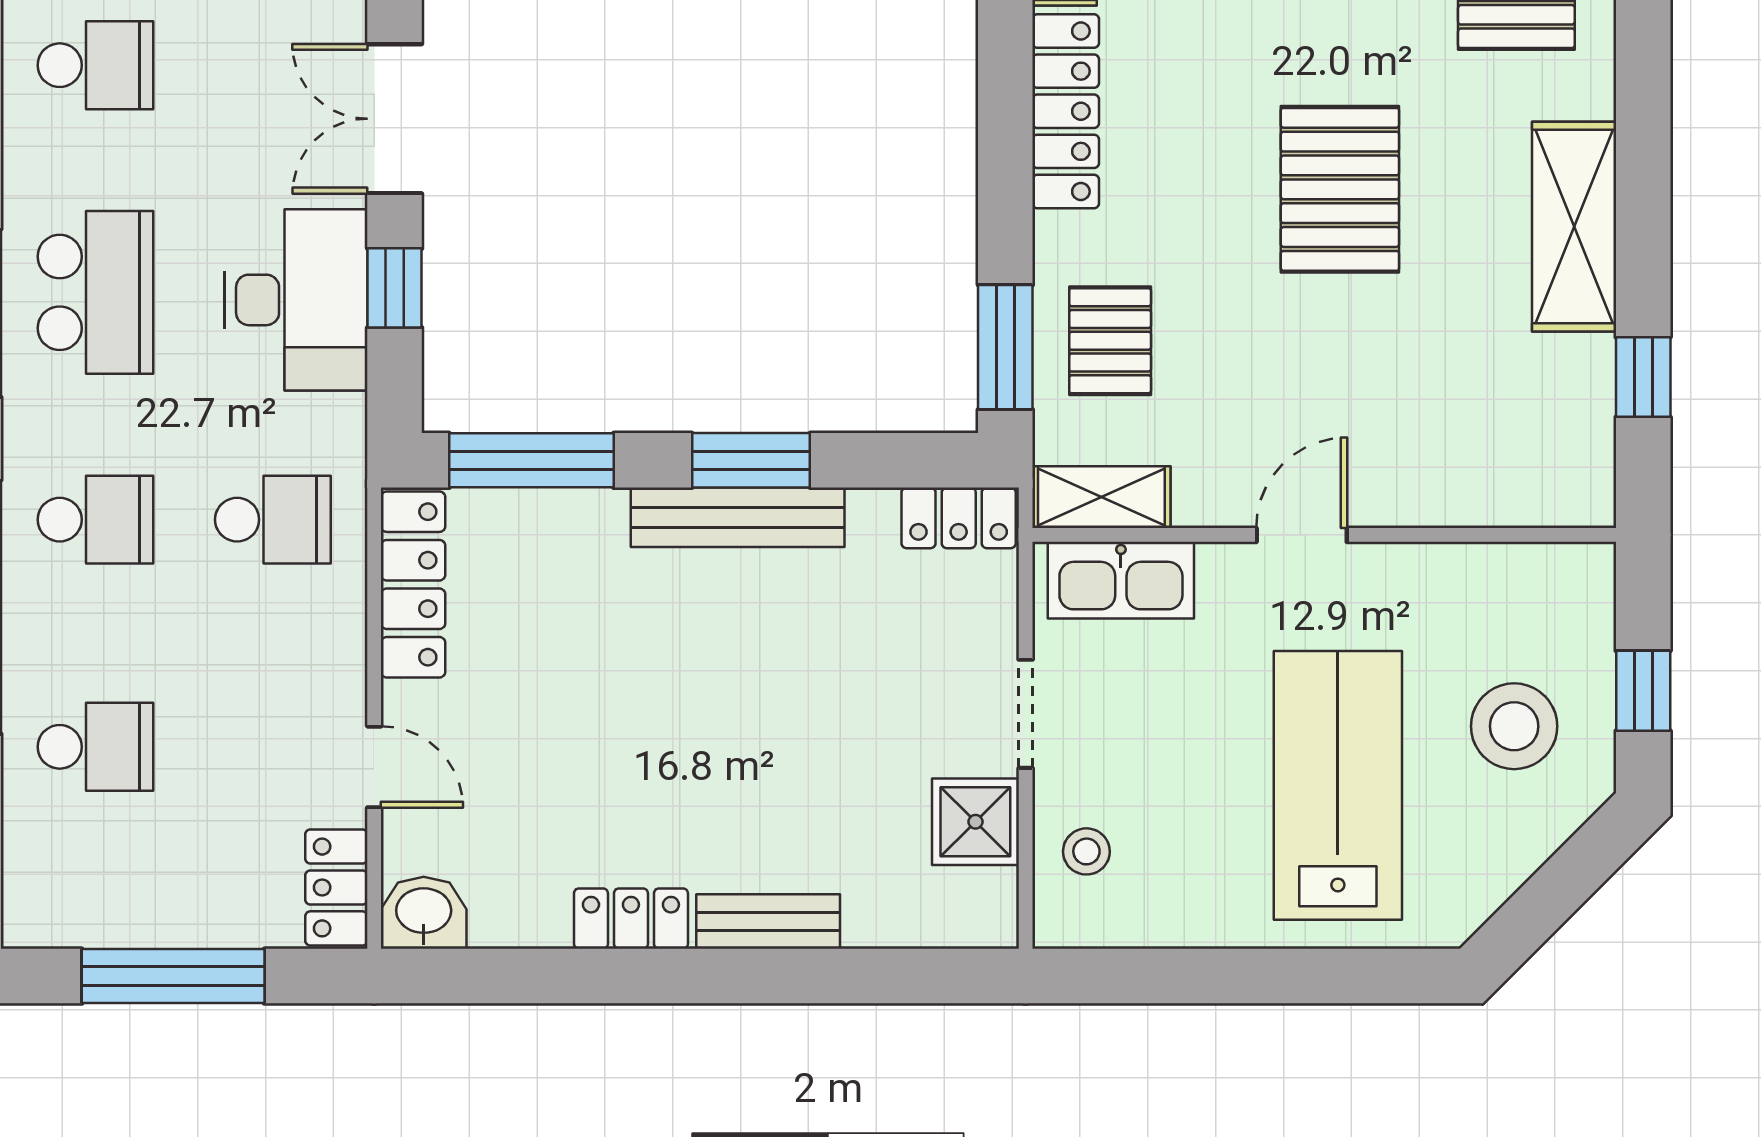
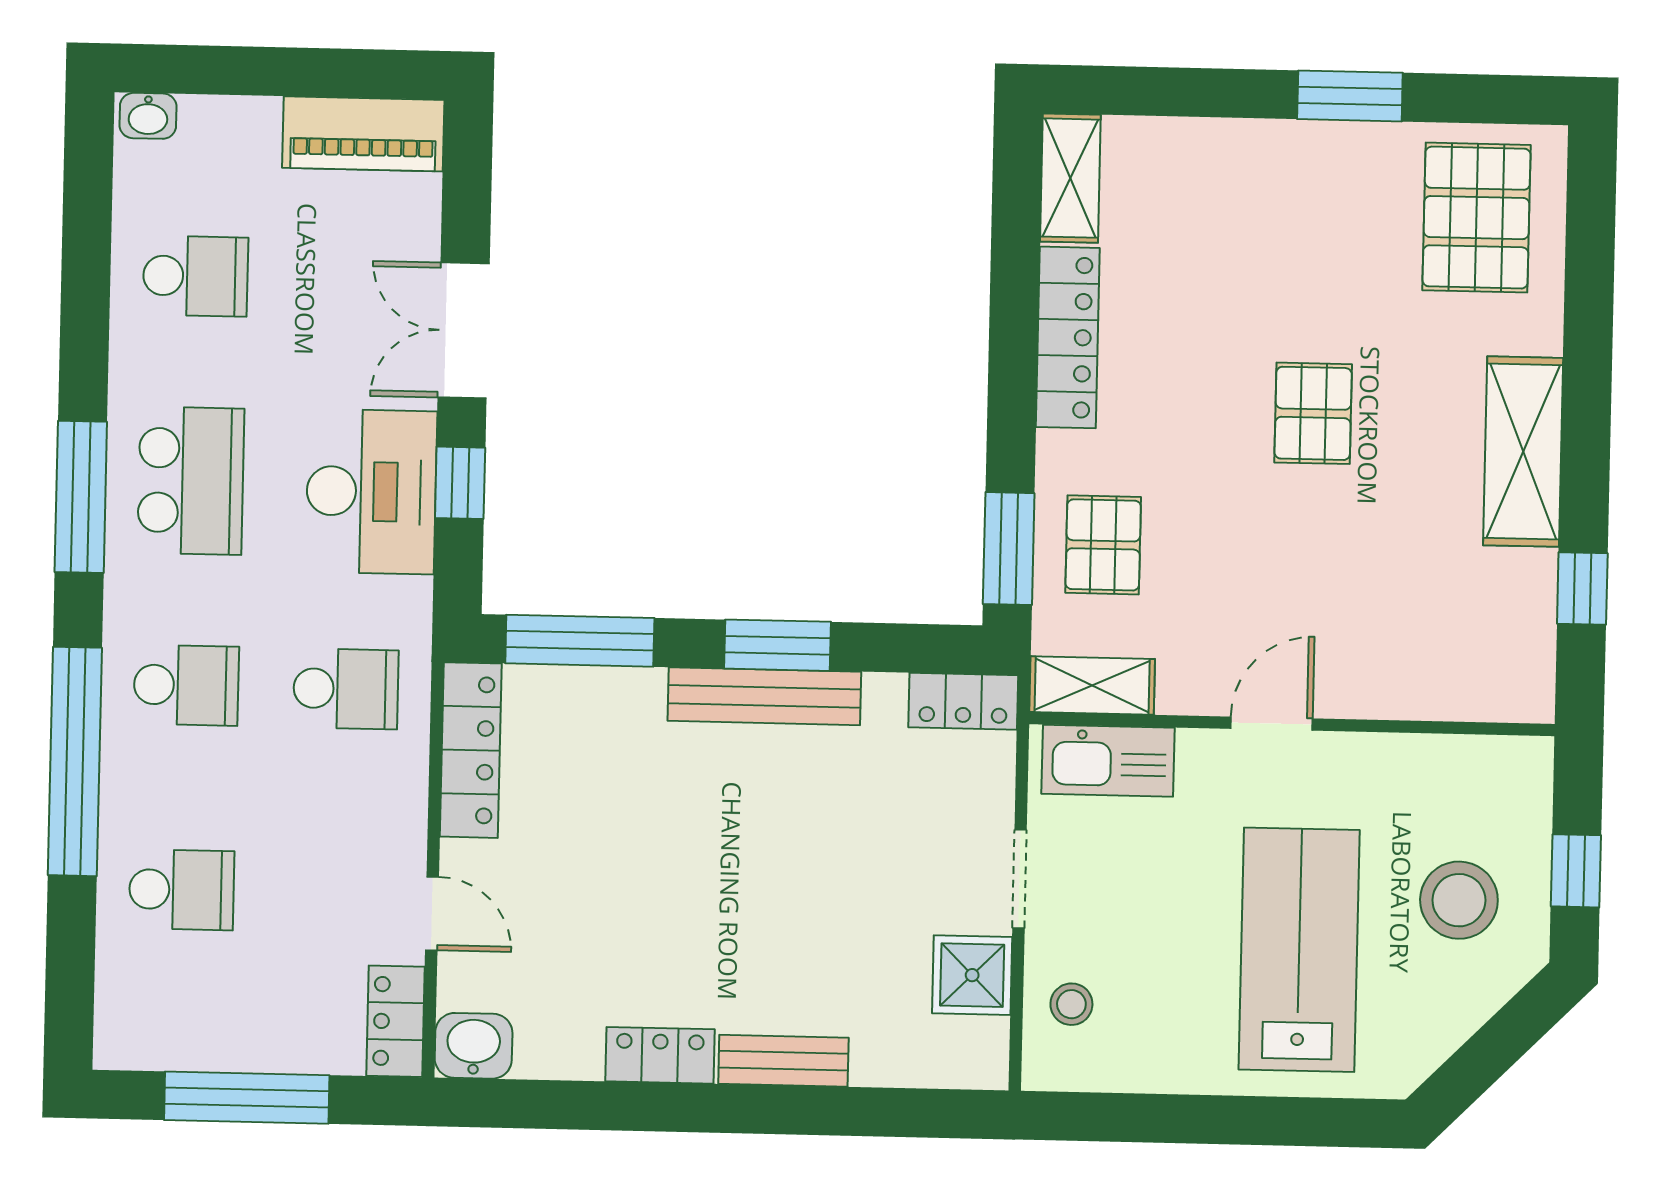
pallet: (1340, 189) -> (1313, 413), width x0.67, depth x0.71

